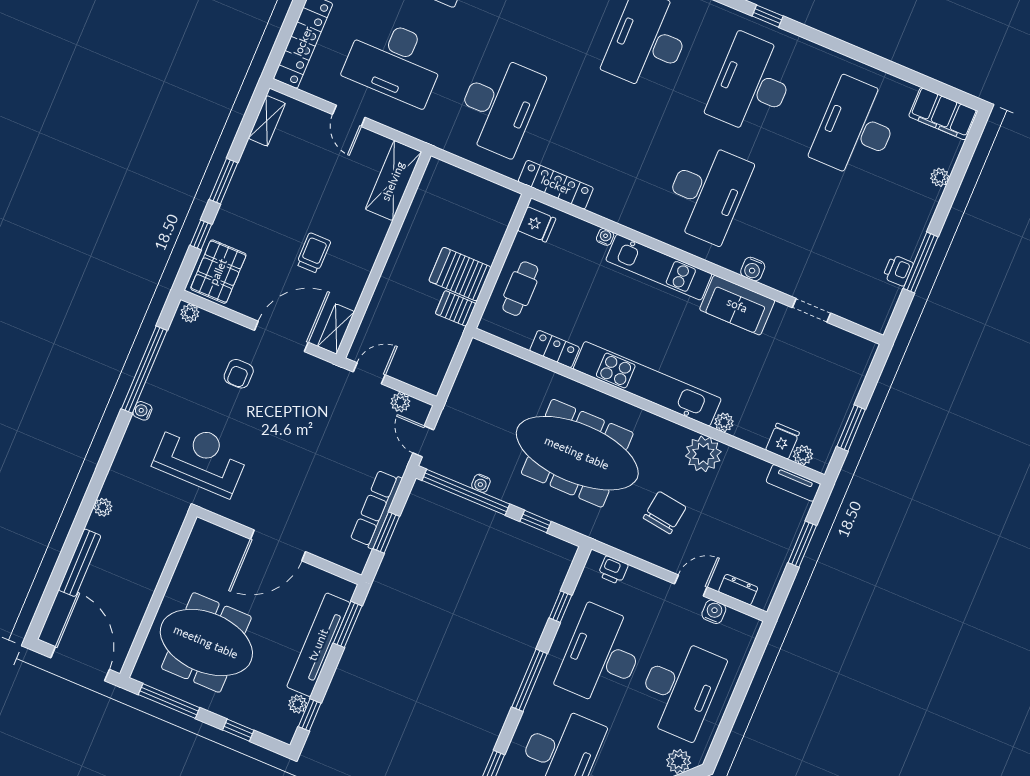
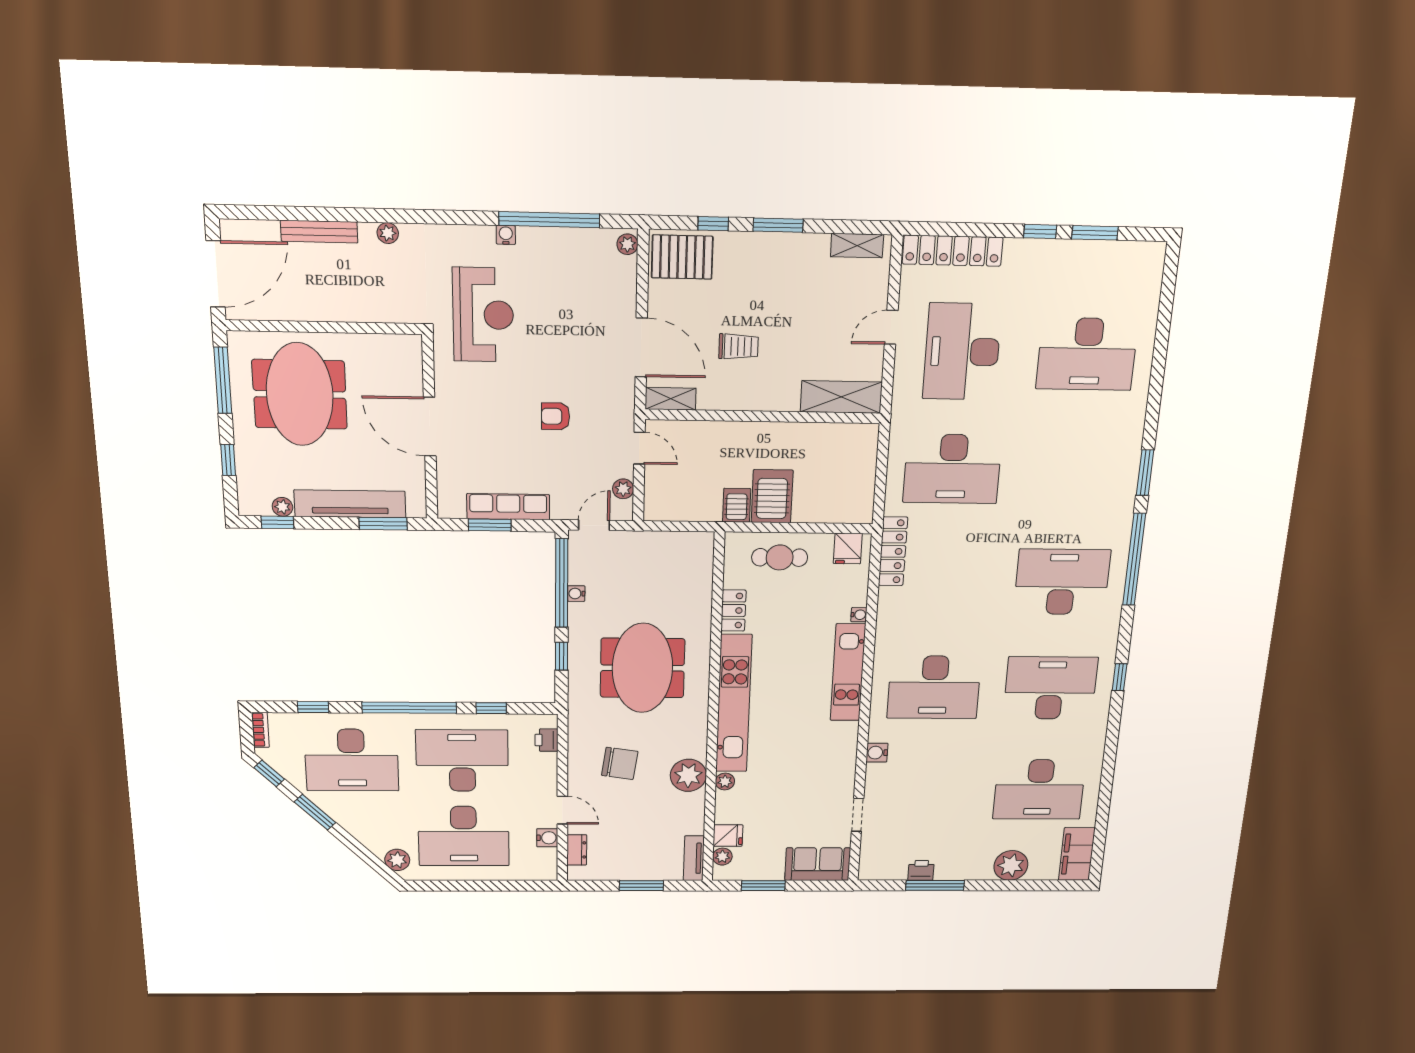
desk: (856, 128) -> (1039, 789), turned 180
plant: (940, 177) -> (1011, 865), width x1.87, depth x1.87
sofa: (737, 305) -> (818, 864), moved, turned 90
armchair: (239, 374) -> (556, 416), moved
meeting table: (577, 453) -> (642, 668), width x0.73
window: (529, 680) -> (409, 708), width x1.46

